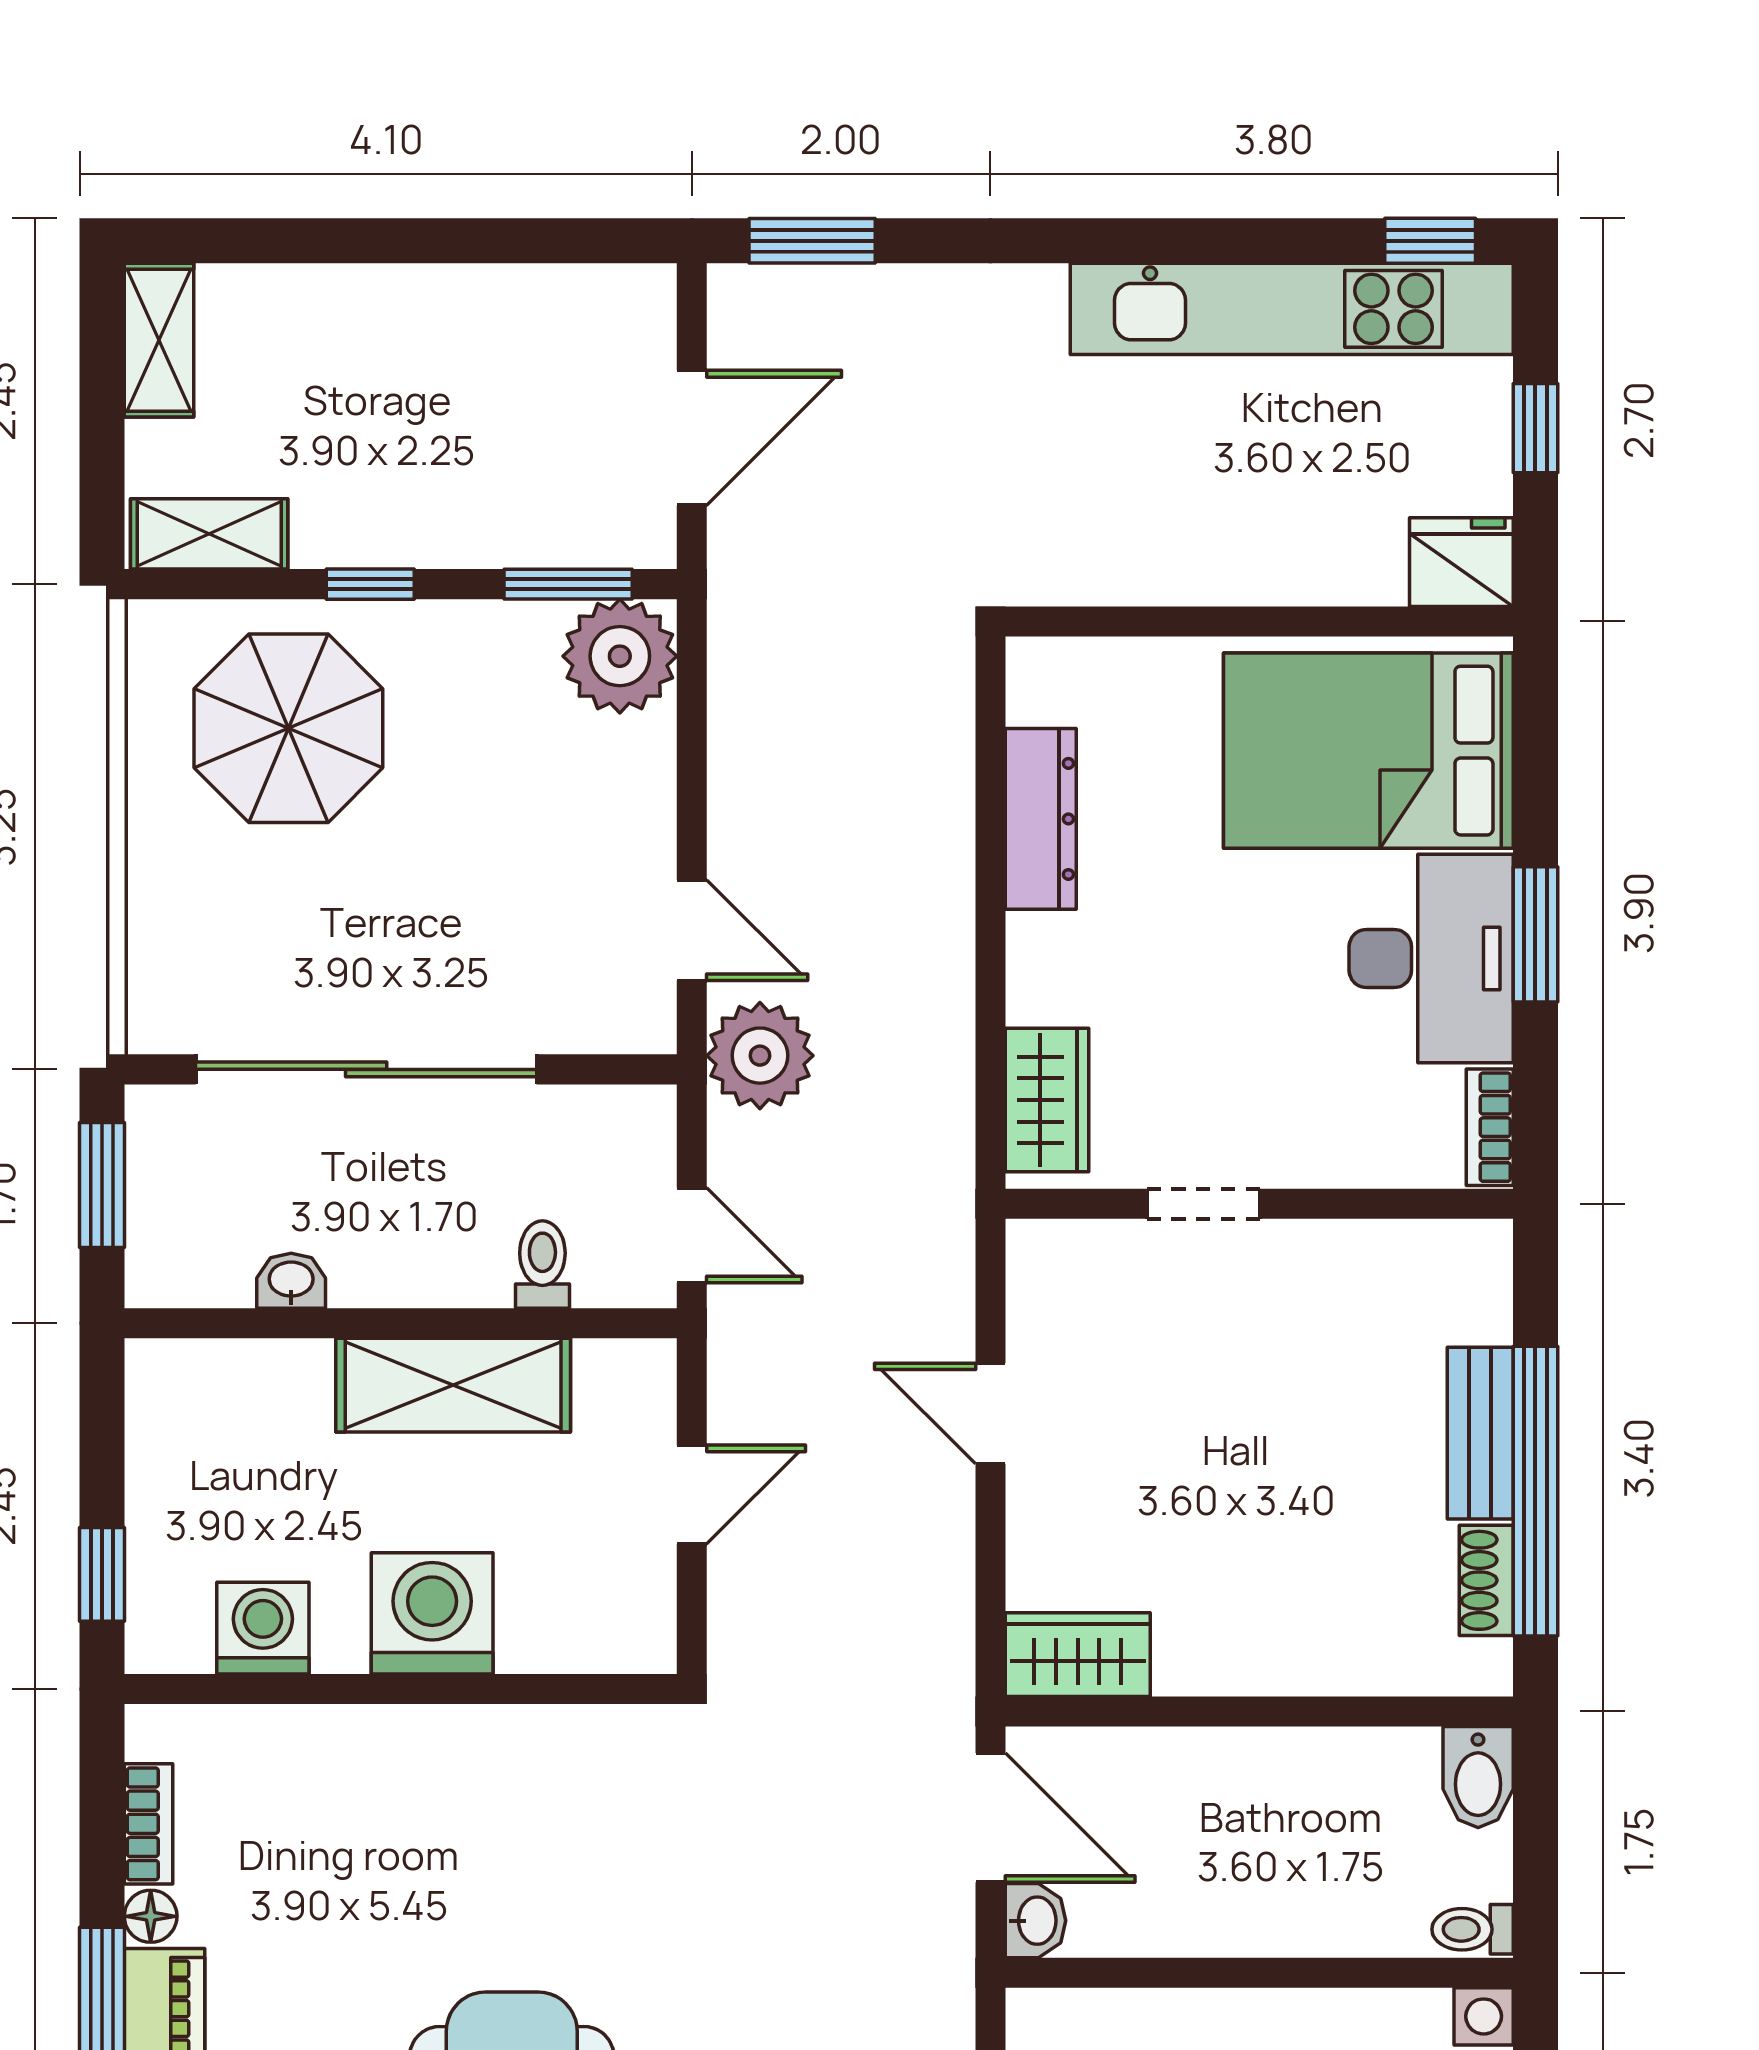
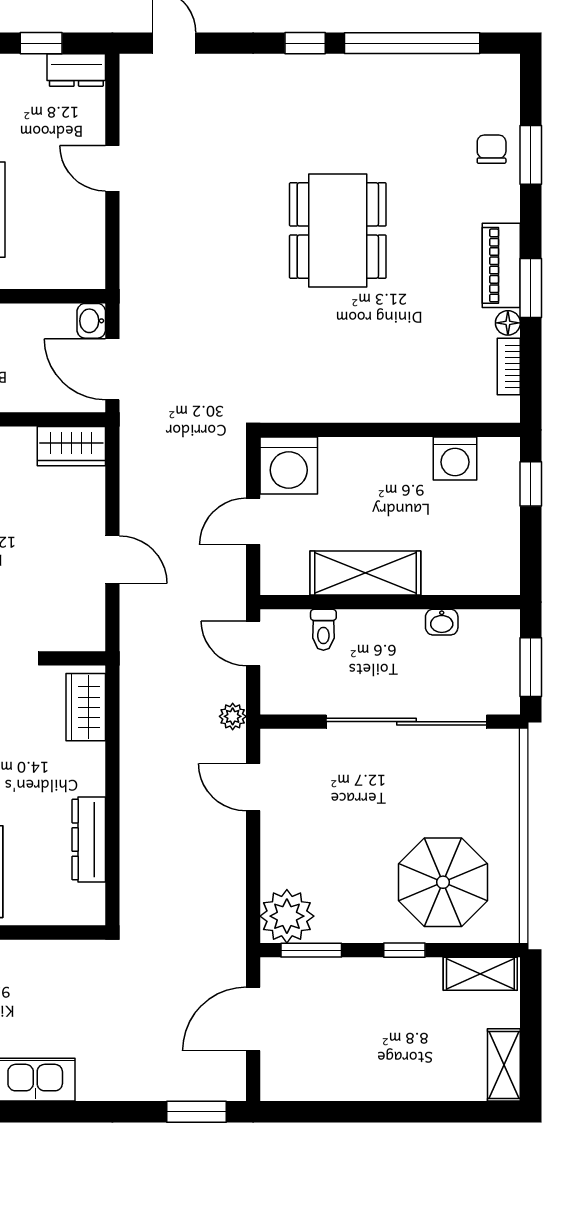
plant: (760, 1056) -> (233, 716), width x0.53, depth x0.53
washing machine: (432, 1613) -> (289, 465), moved

